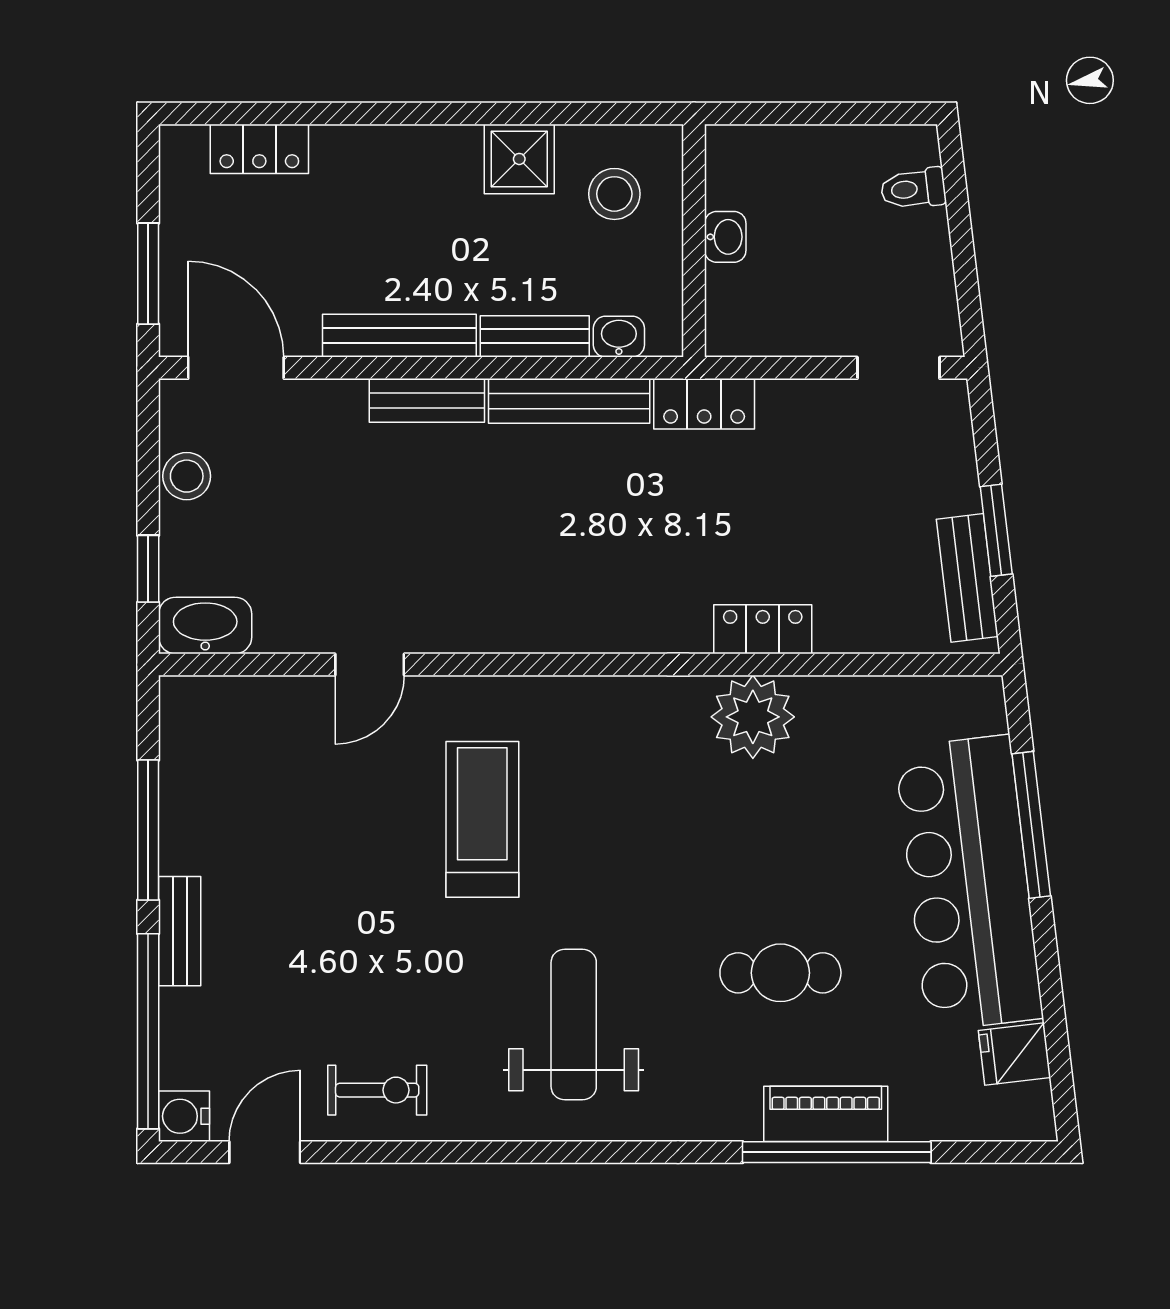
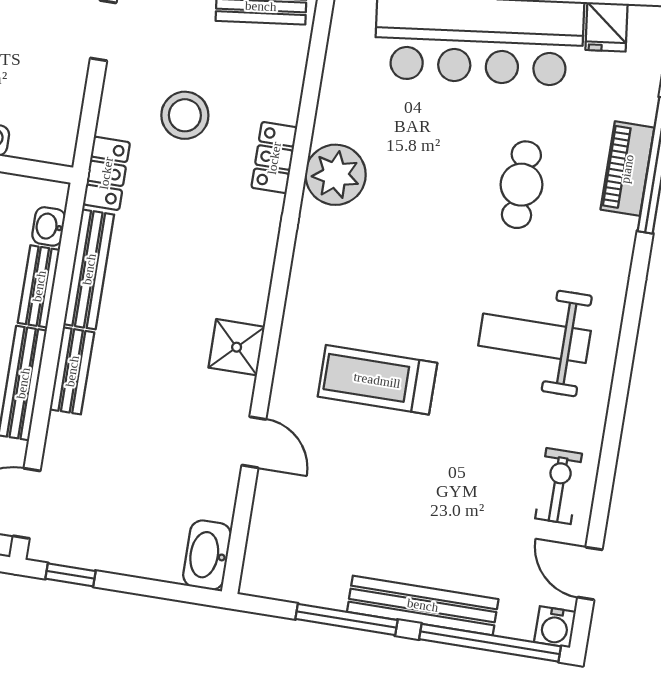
stool: (187, 476) -> (185, 115), moved, width x1.38, depth x1.38
window: (148, 569) -> (71, 575), moved
shower: (496, 620) -> (237, 347), added
bench: (180, 931) -> (423, 605), width x1.86, depth x1.21

